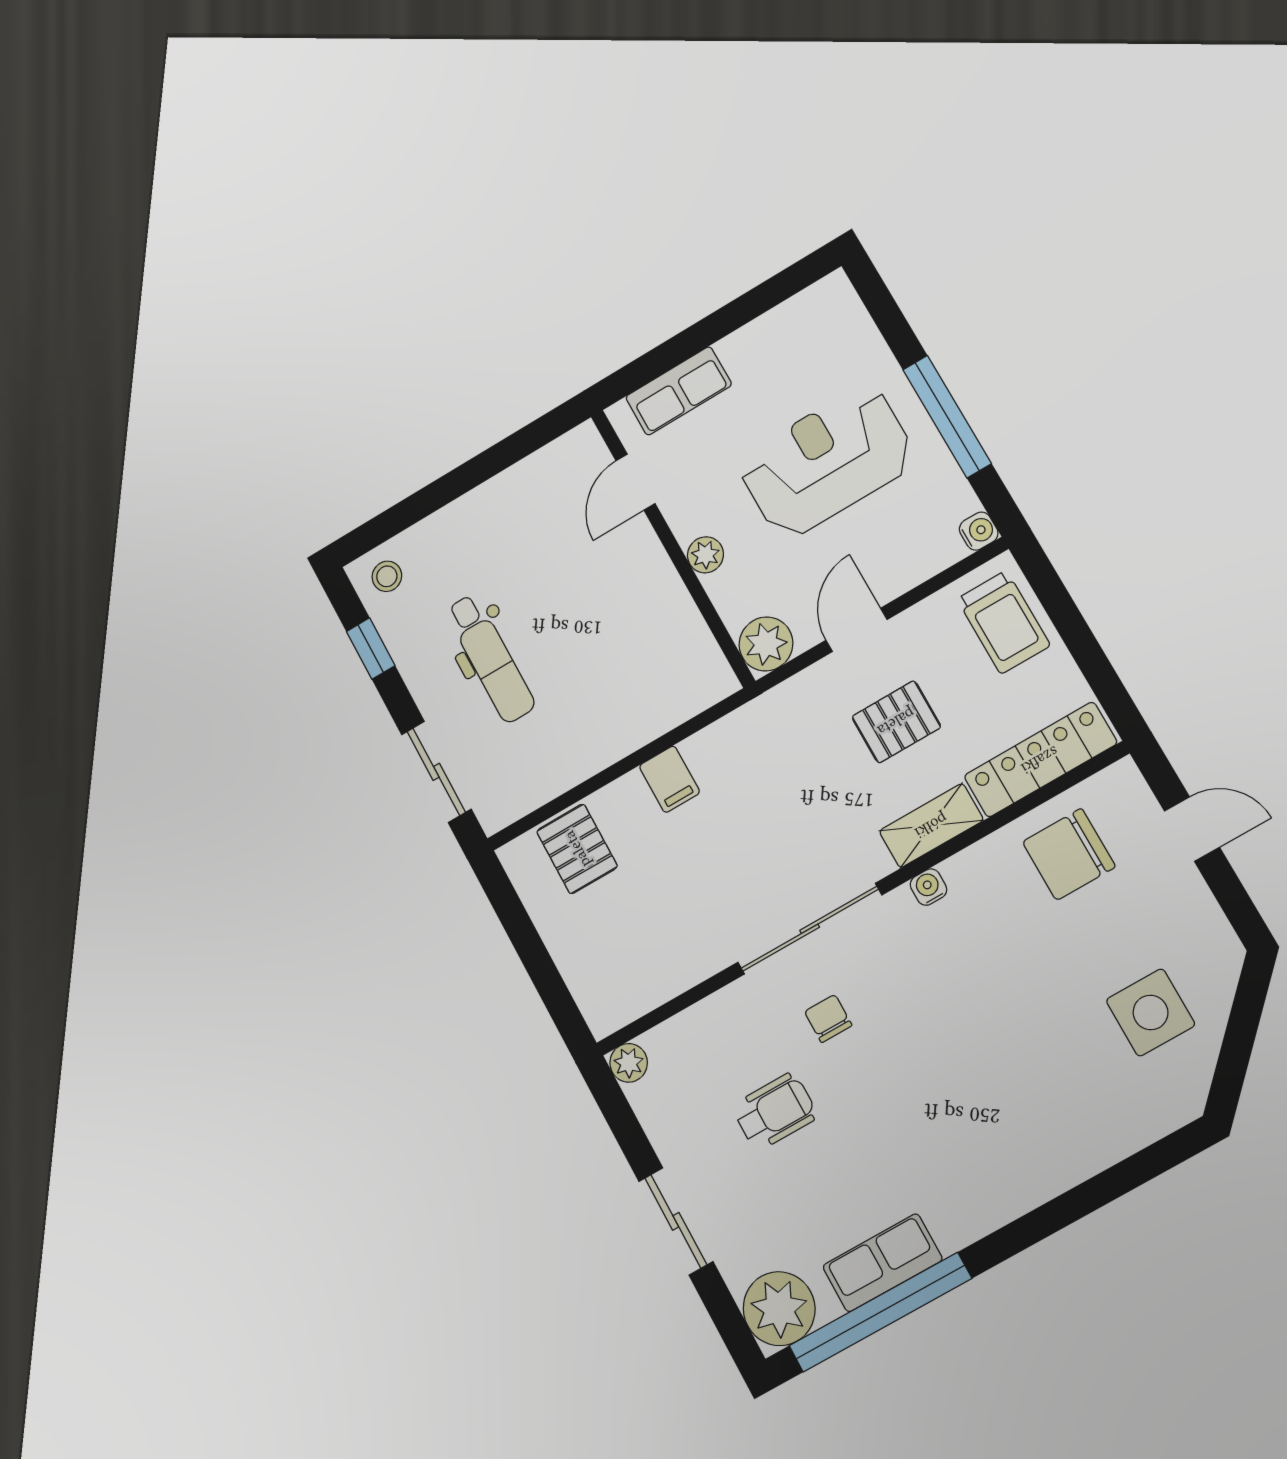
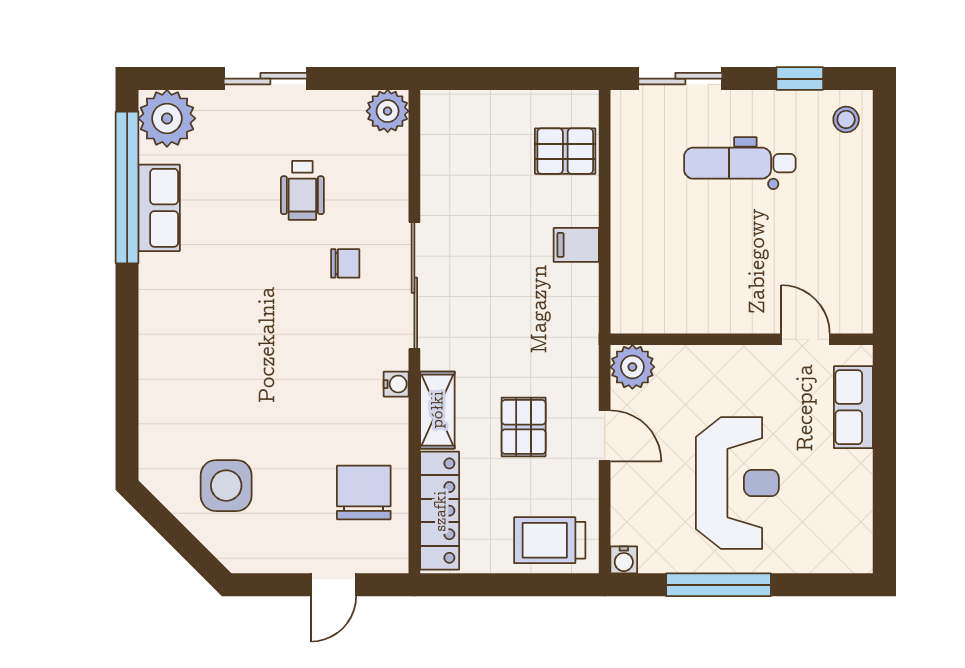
plant: (705, 555) -> (722, 360), removed
plant: (629, 1063) -> (388, 111), width x1.38, depth x1.38

